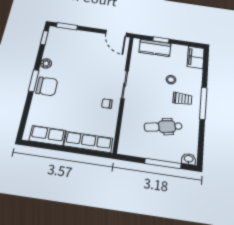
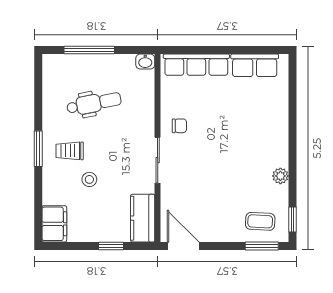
coffee table: (65, 40) -> (260, 221), added
kitchen counter: (155, 48) -> (143, 218), moved, turned -90
window: (34, 81) -> (292, 145), removed
chair: (47, 86) -> (271, 139), removed
window: (203, 103) -> (38, 149), width x0.69
washbasin: (189, 159) -> (145, 62), moved

